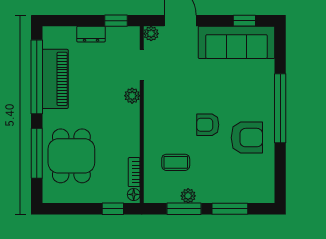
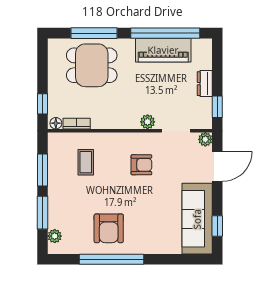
window: (280, 108) -> (111, 259), moved
armchair: (208, 125) -> (141, 165), moved, turned 90
plant: (188, 196) -> (55, 236), moved

